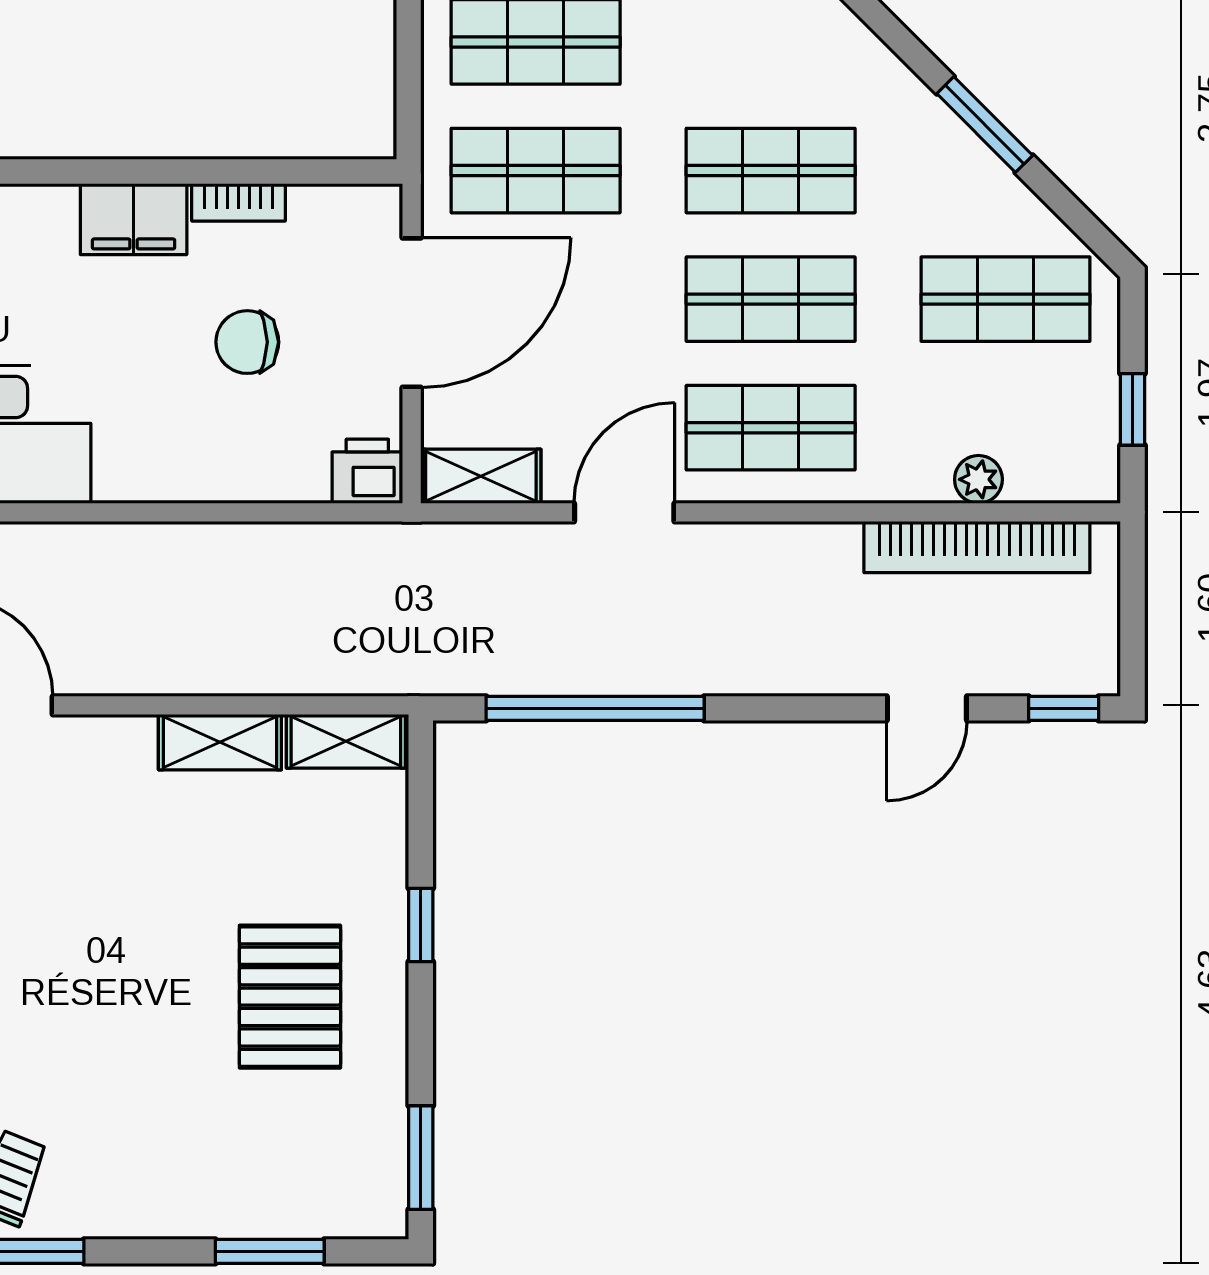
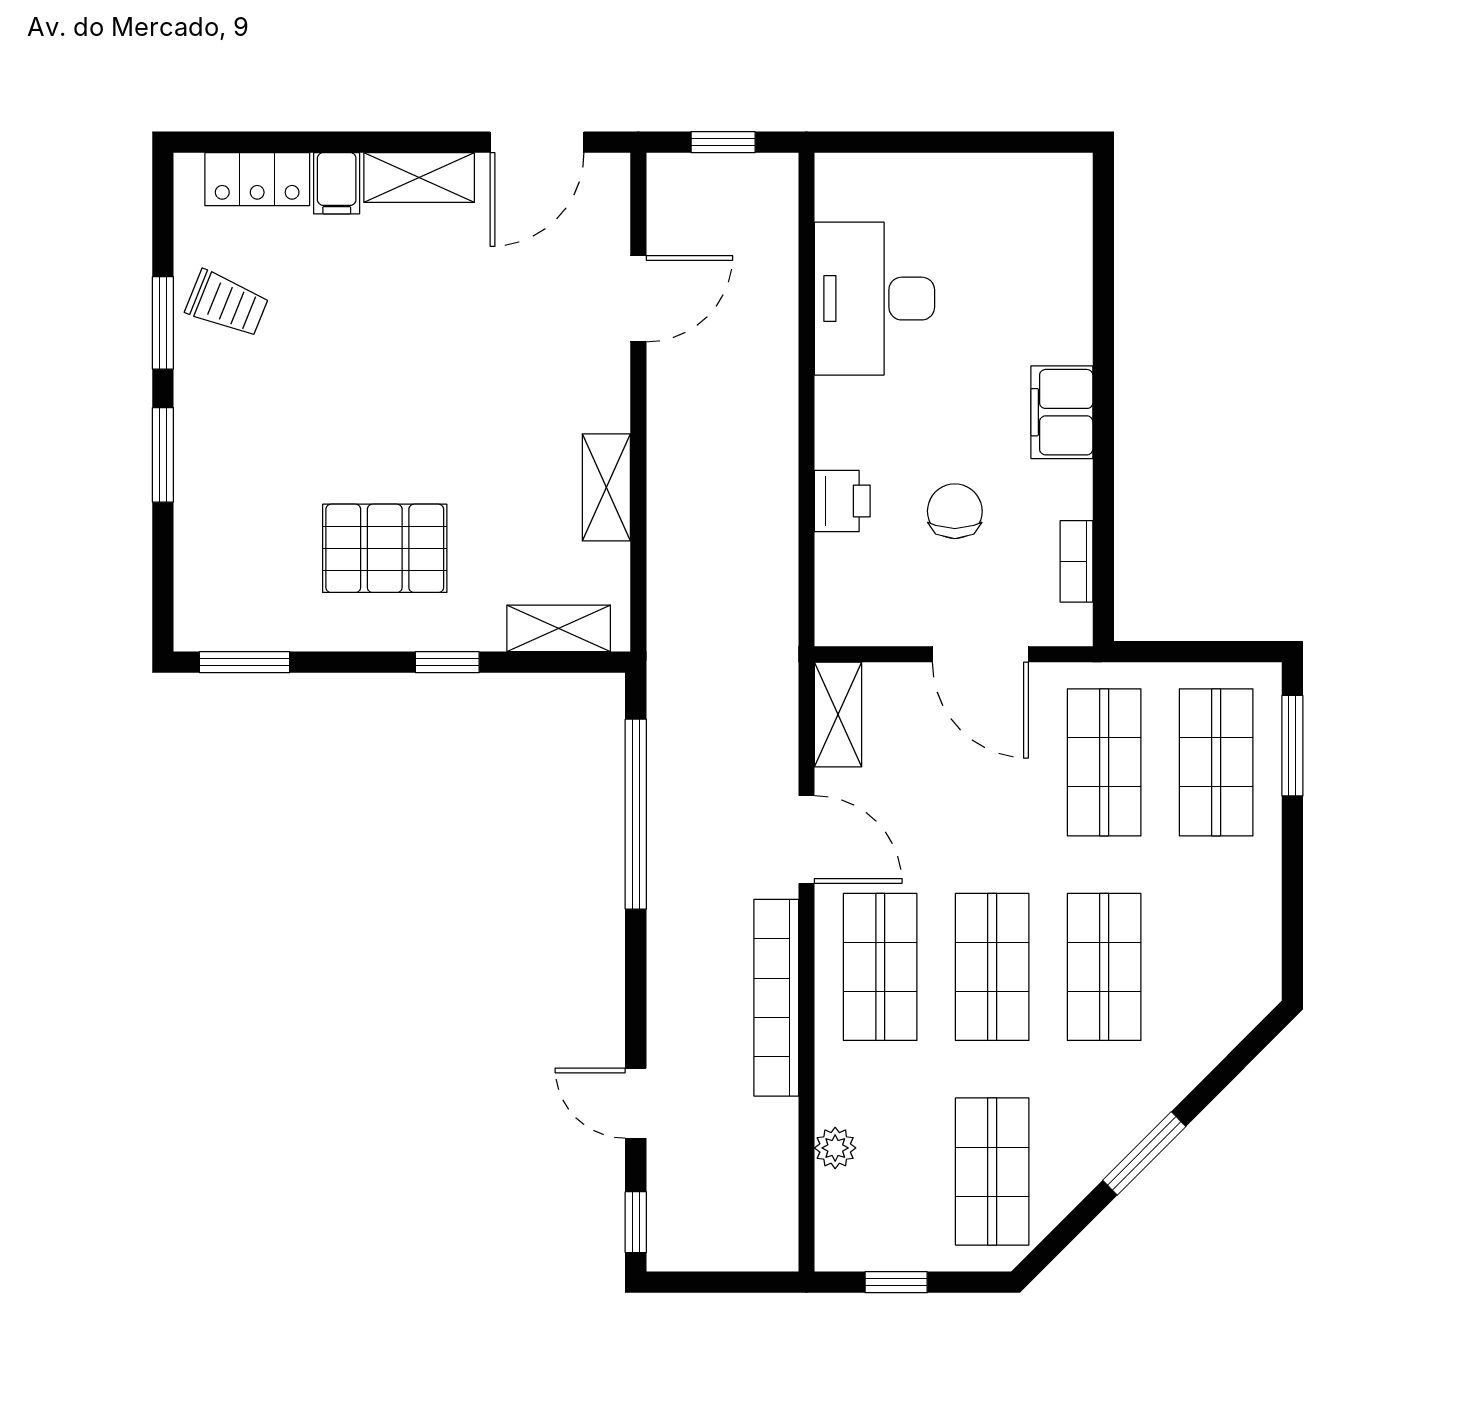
bookcase: (238, 202) -> (1076, 561), moved
door: (412, 313) -> (980, 654), width x0.73
printer: (367, 471) -> (842, 501), moved
bookcase: (977, 547) -> (776, 998), moved
shelving: (346, 741) -> (559, 628), moved, turned 90
window: (270, 1251) -> (163, 455), moved

